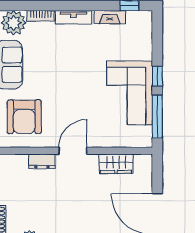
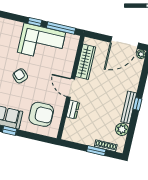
armchair: (73, 73) -> (20, 76), added
wardrobe: (116, 164) -> (85, 62), width x1.50

